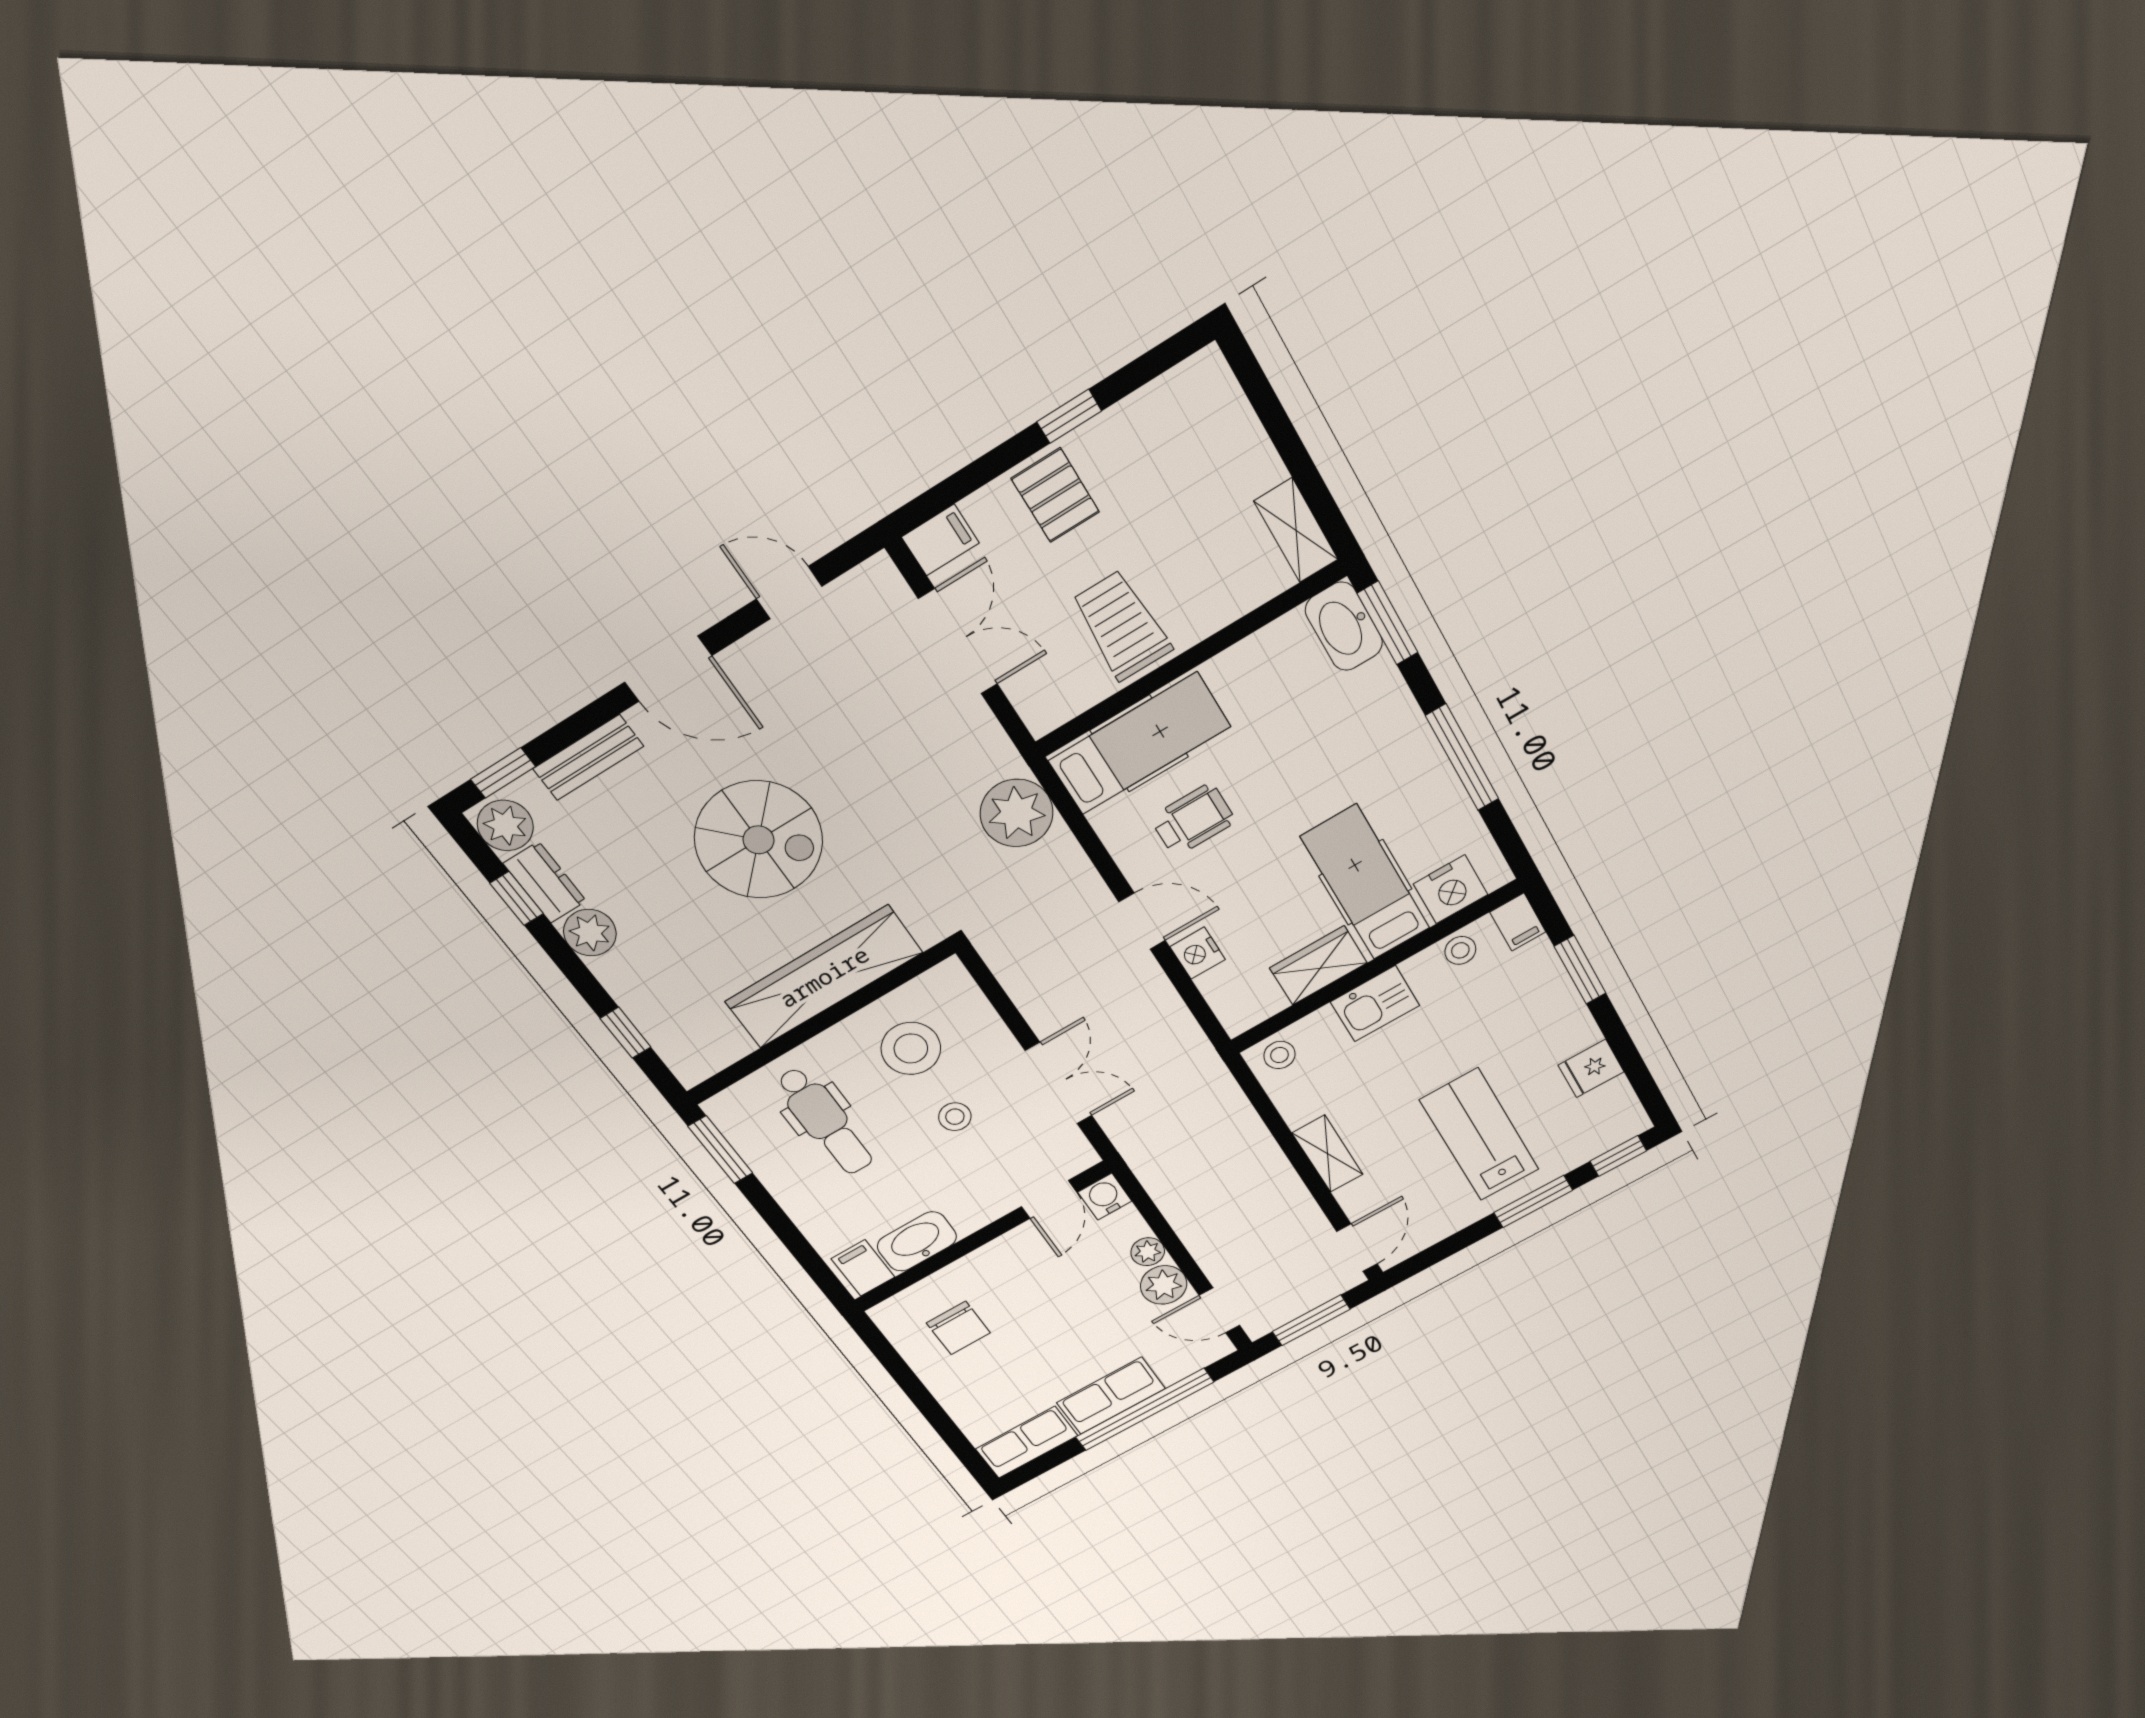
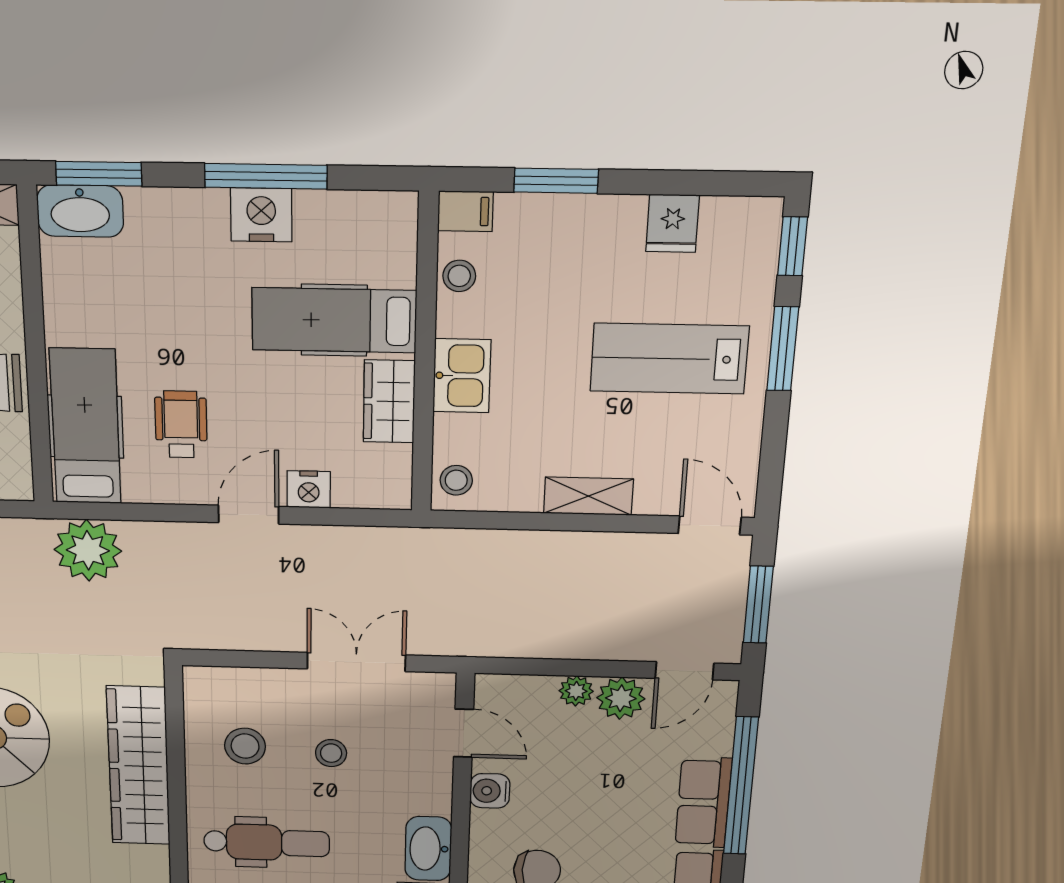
nightstand: (1450, 889) -> (261, 215), moved, turned -90
stool: (911, 1048) -> (245, 746), width x0.73, depth x0.73
water cooler: (1105, 1197) -> (490, 791), moved

